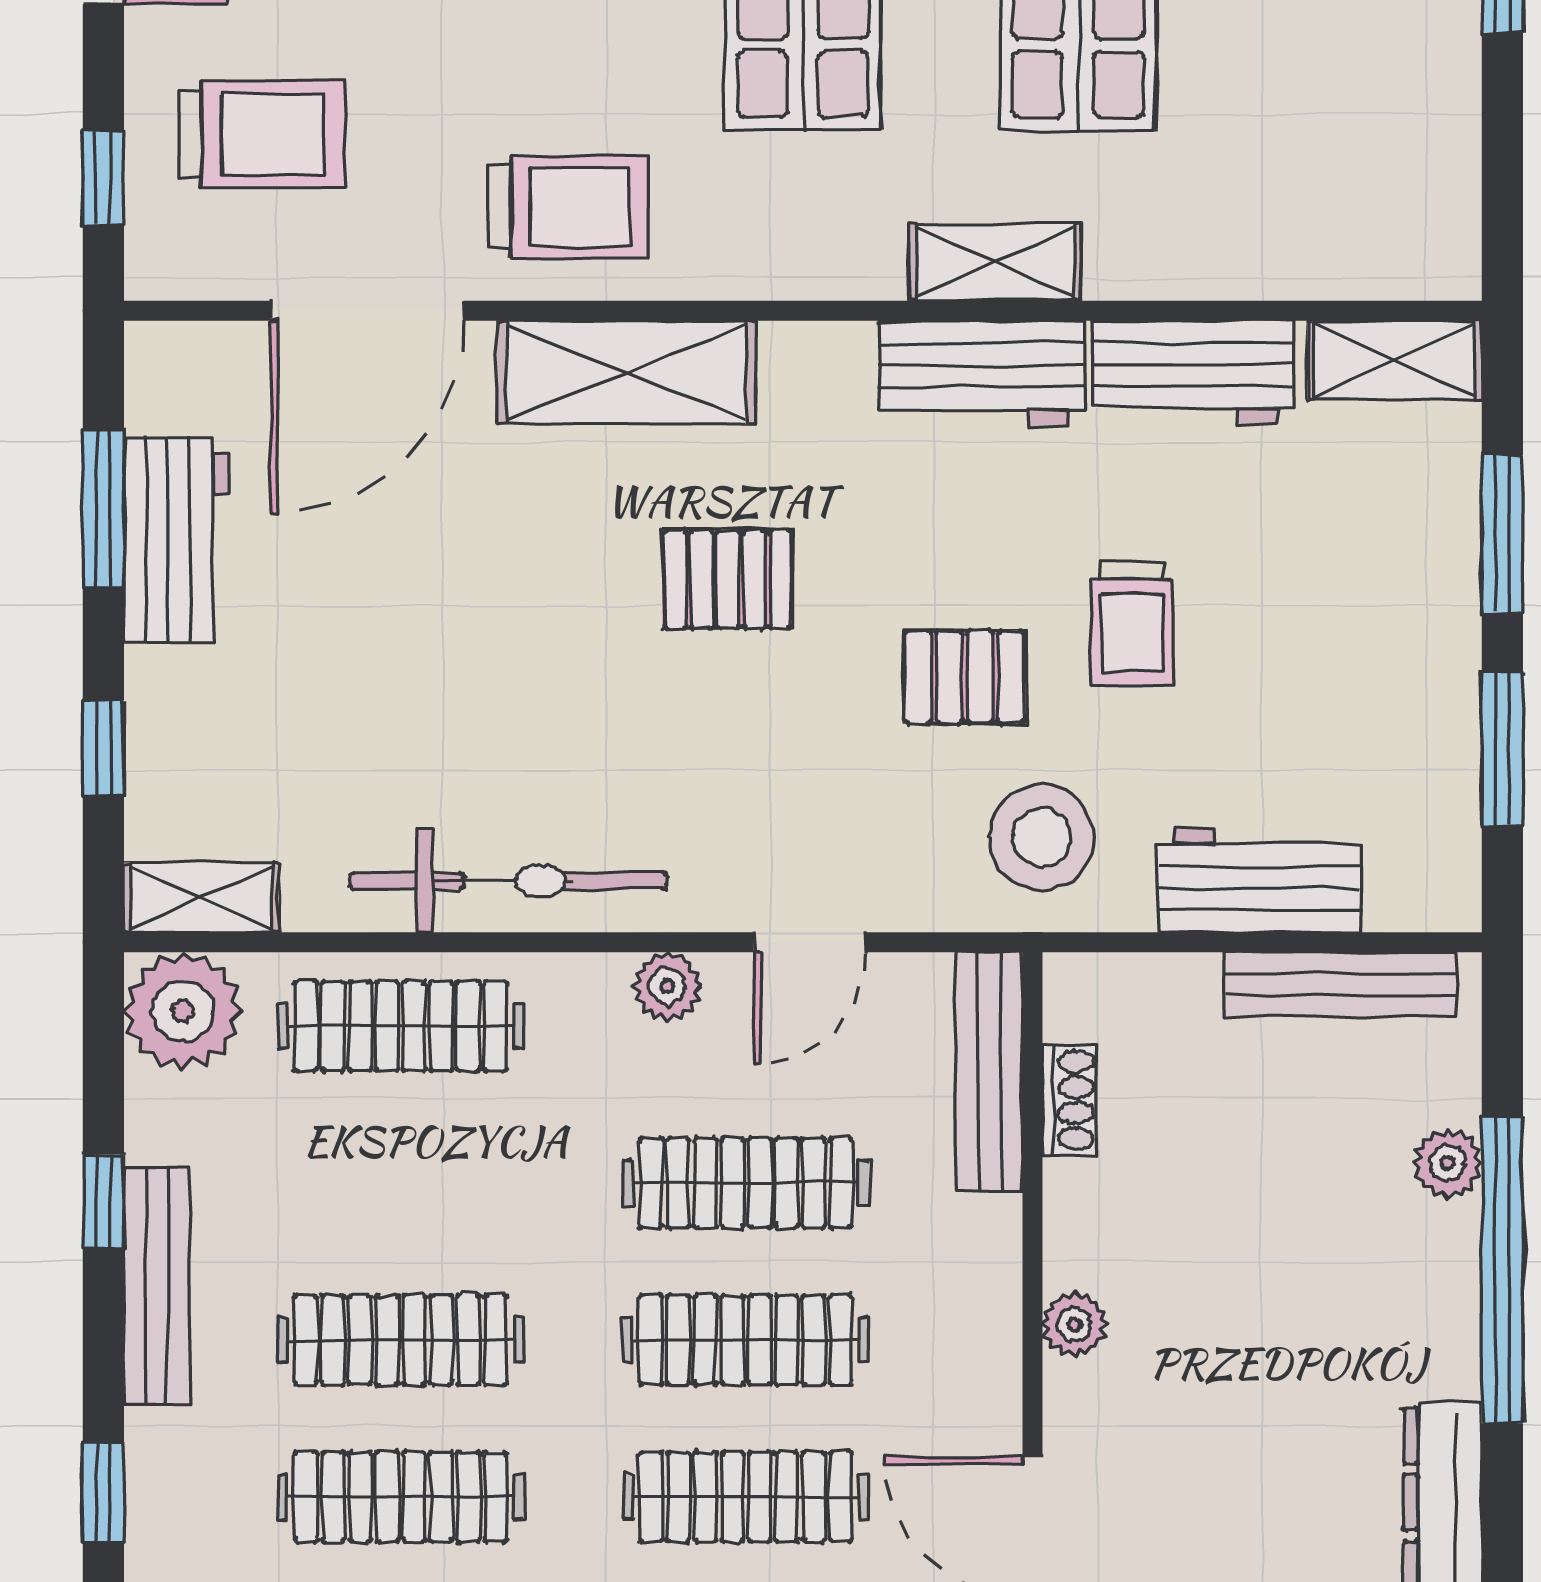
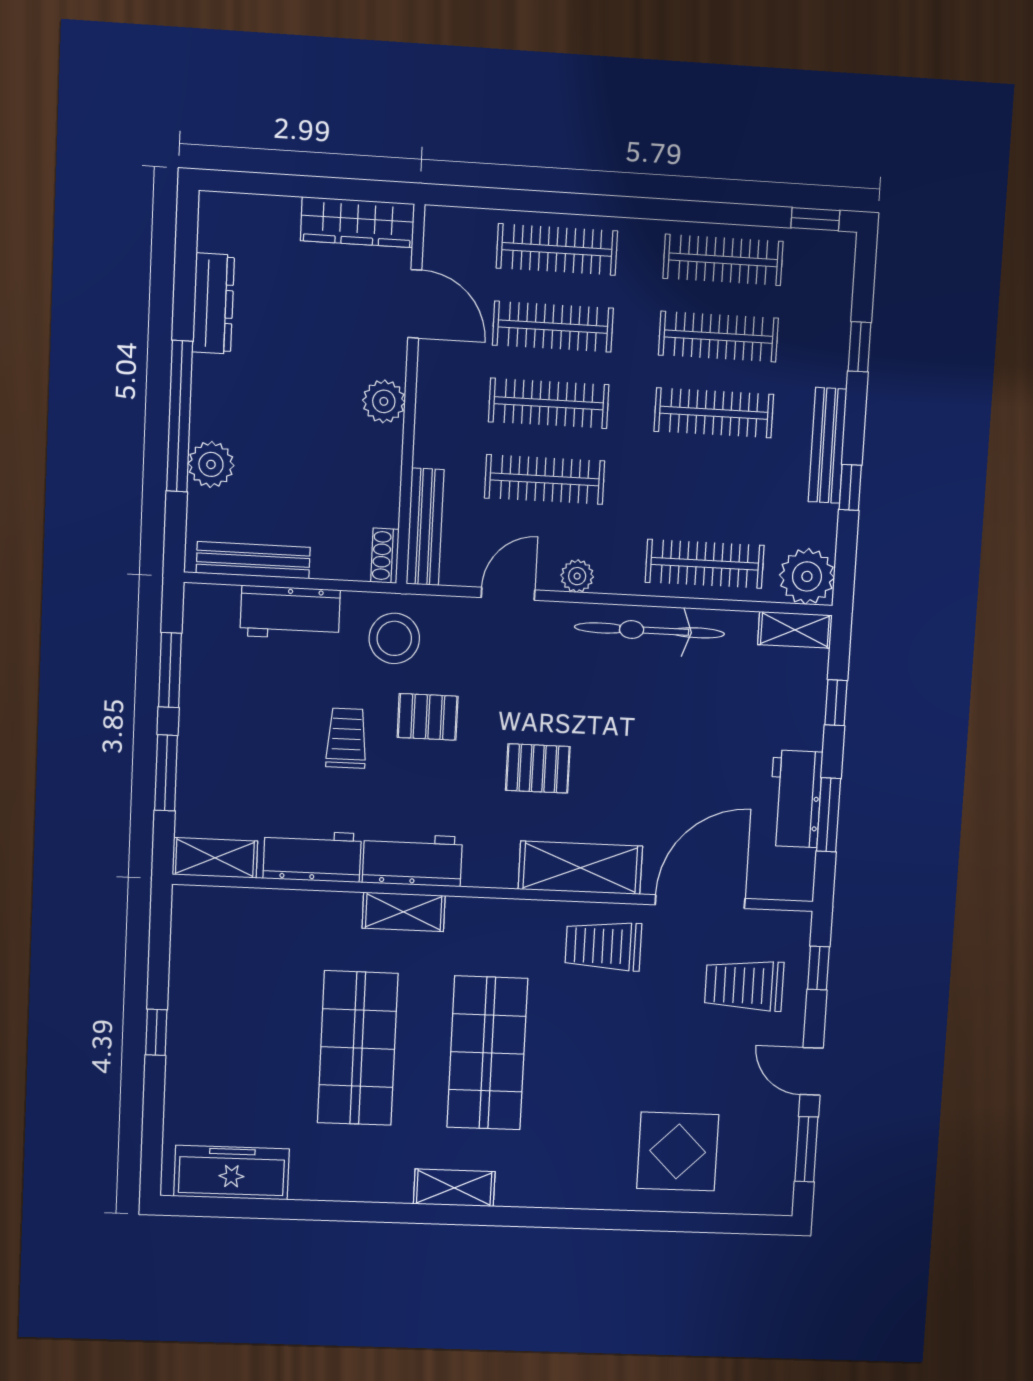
shoe rack: (1069, 1100) -> (385, 556), moved
plant: (1448, 1163) -> (211, 464), width x1.38, depth x1.38
plant: (1074, 1324) -> (384, 401), width x1.38, depth x1.38

